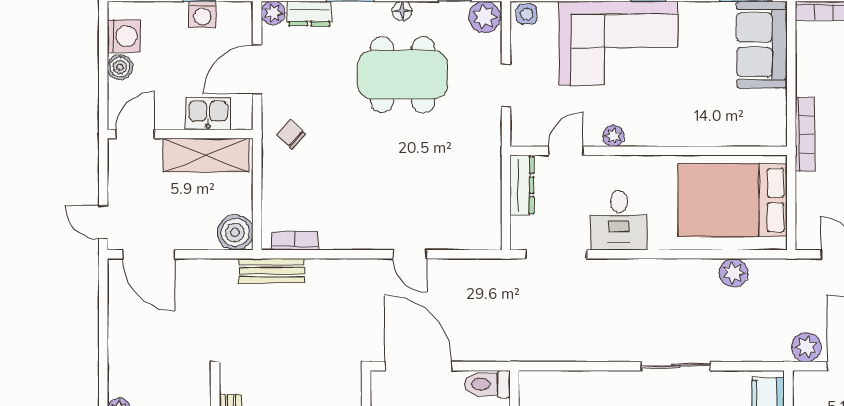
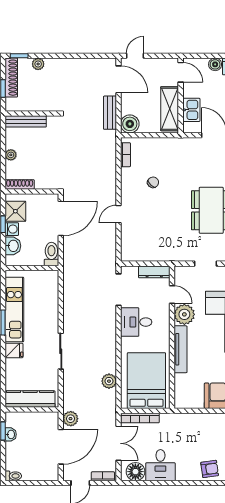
tv unit: (672, 134) -> (180, 349), added
bookcase: (805, 134) -> (140, 418), moved
chair: (291, 135) -> (153, 182), moved
plant: (613, 136) -> (184, 314), width x1.88, depth x1.88
door: (149, 254) -> (119, 79), swing flipped
bench: (272, 271) -> (110, 113), moved

